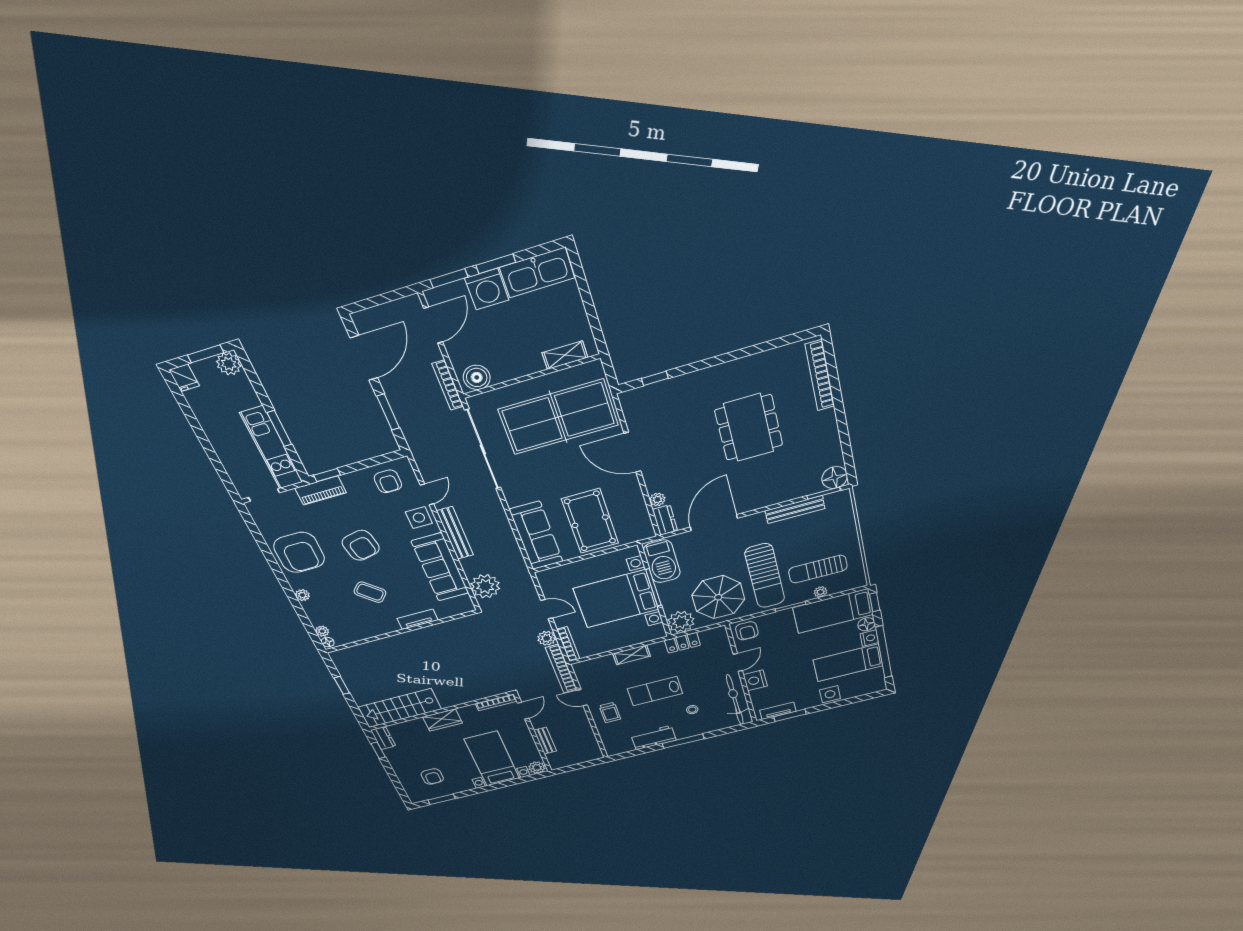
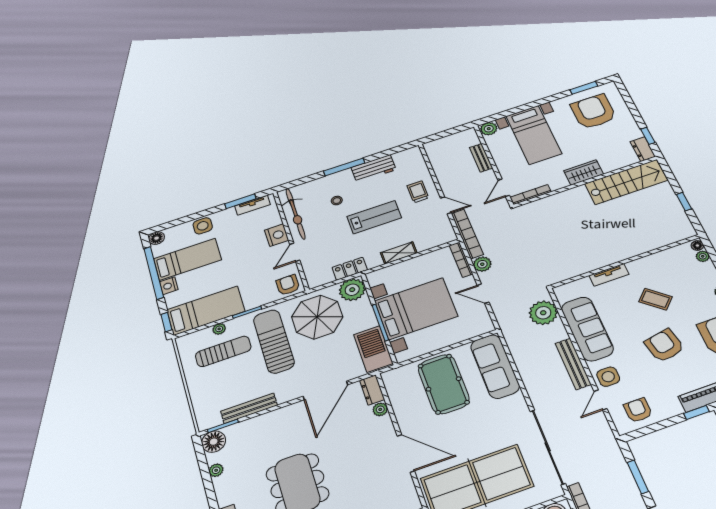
plant: (834, 447) -> (216, 470), added
floor lamp: (866, 624) -> (157, 238), moved
armchair: (432, 777) -> (593, 112), width x1.88, depth x1.88

